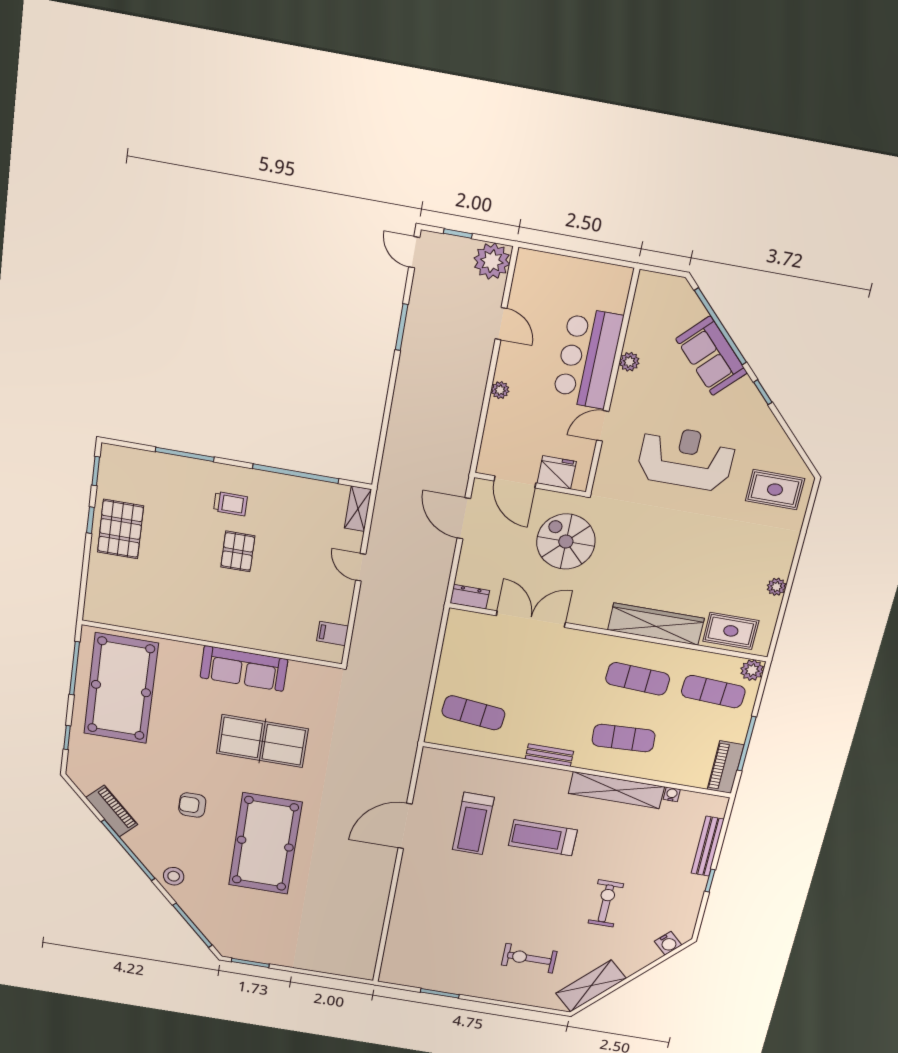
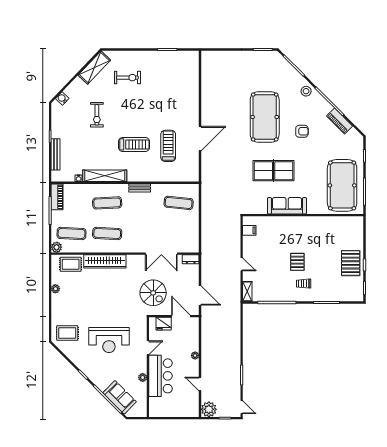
sofa: (712, 356) -> (120, 397), moved

